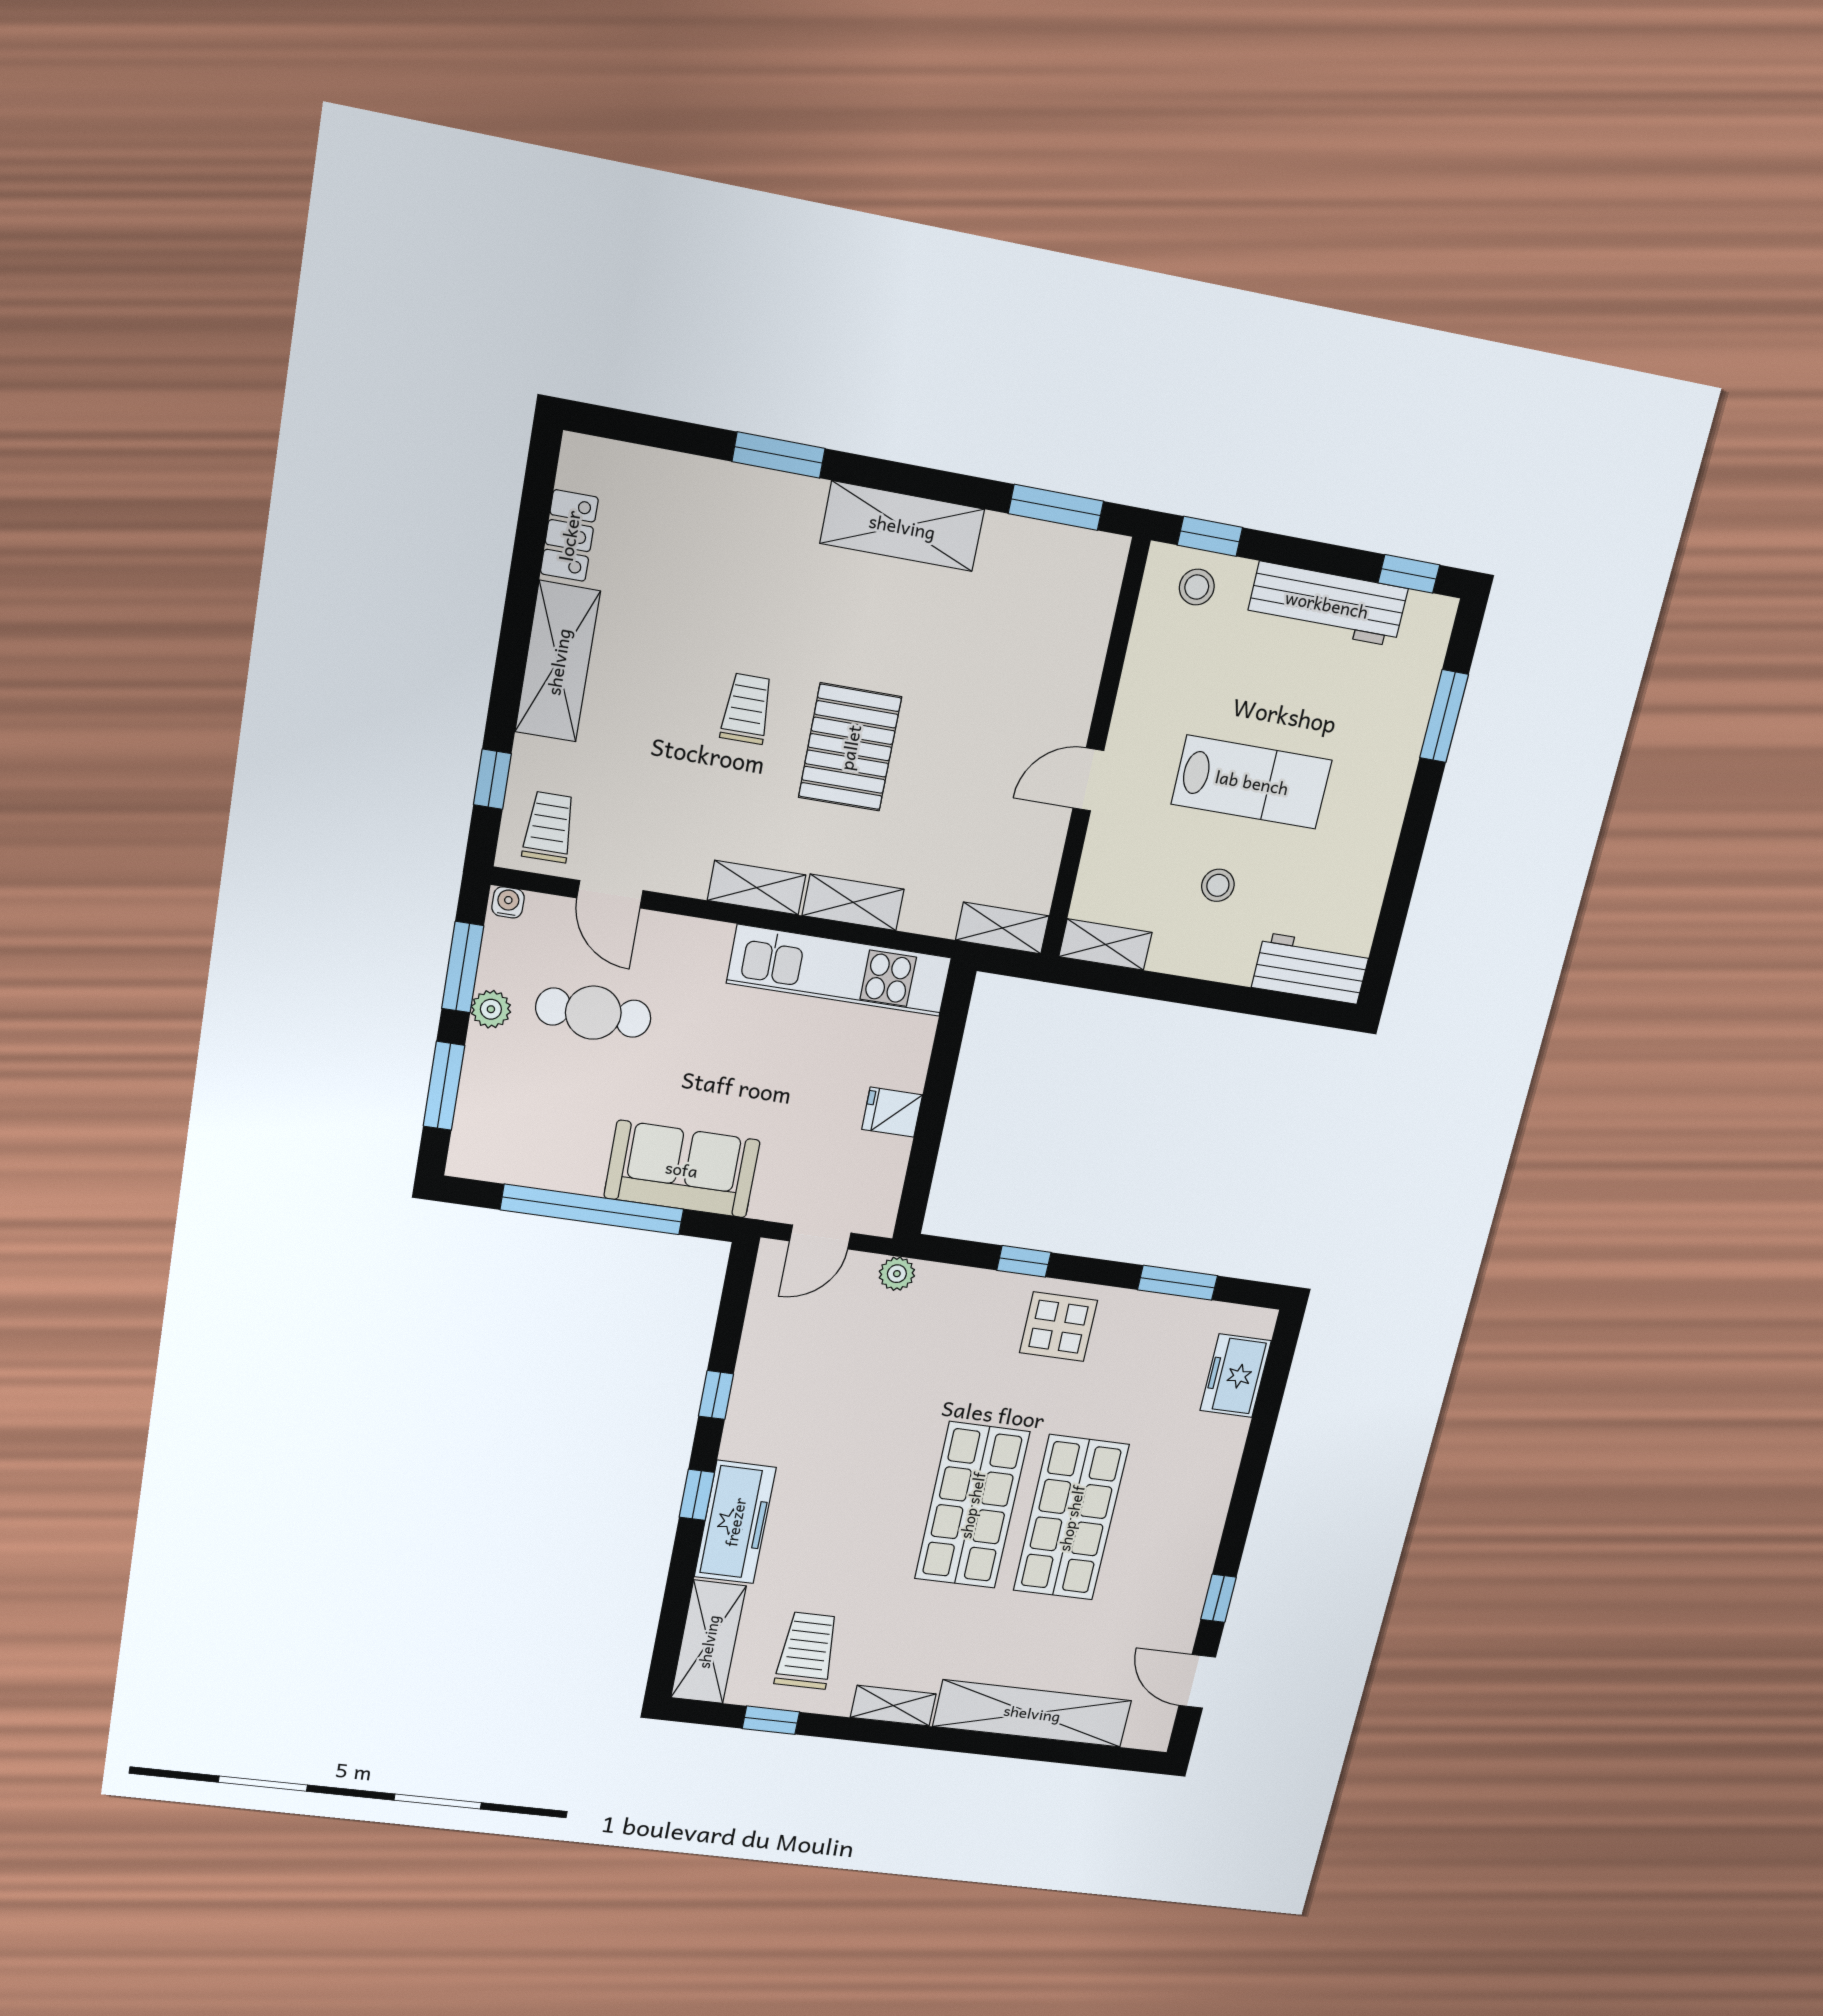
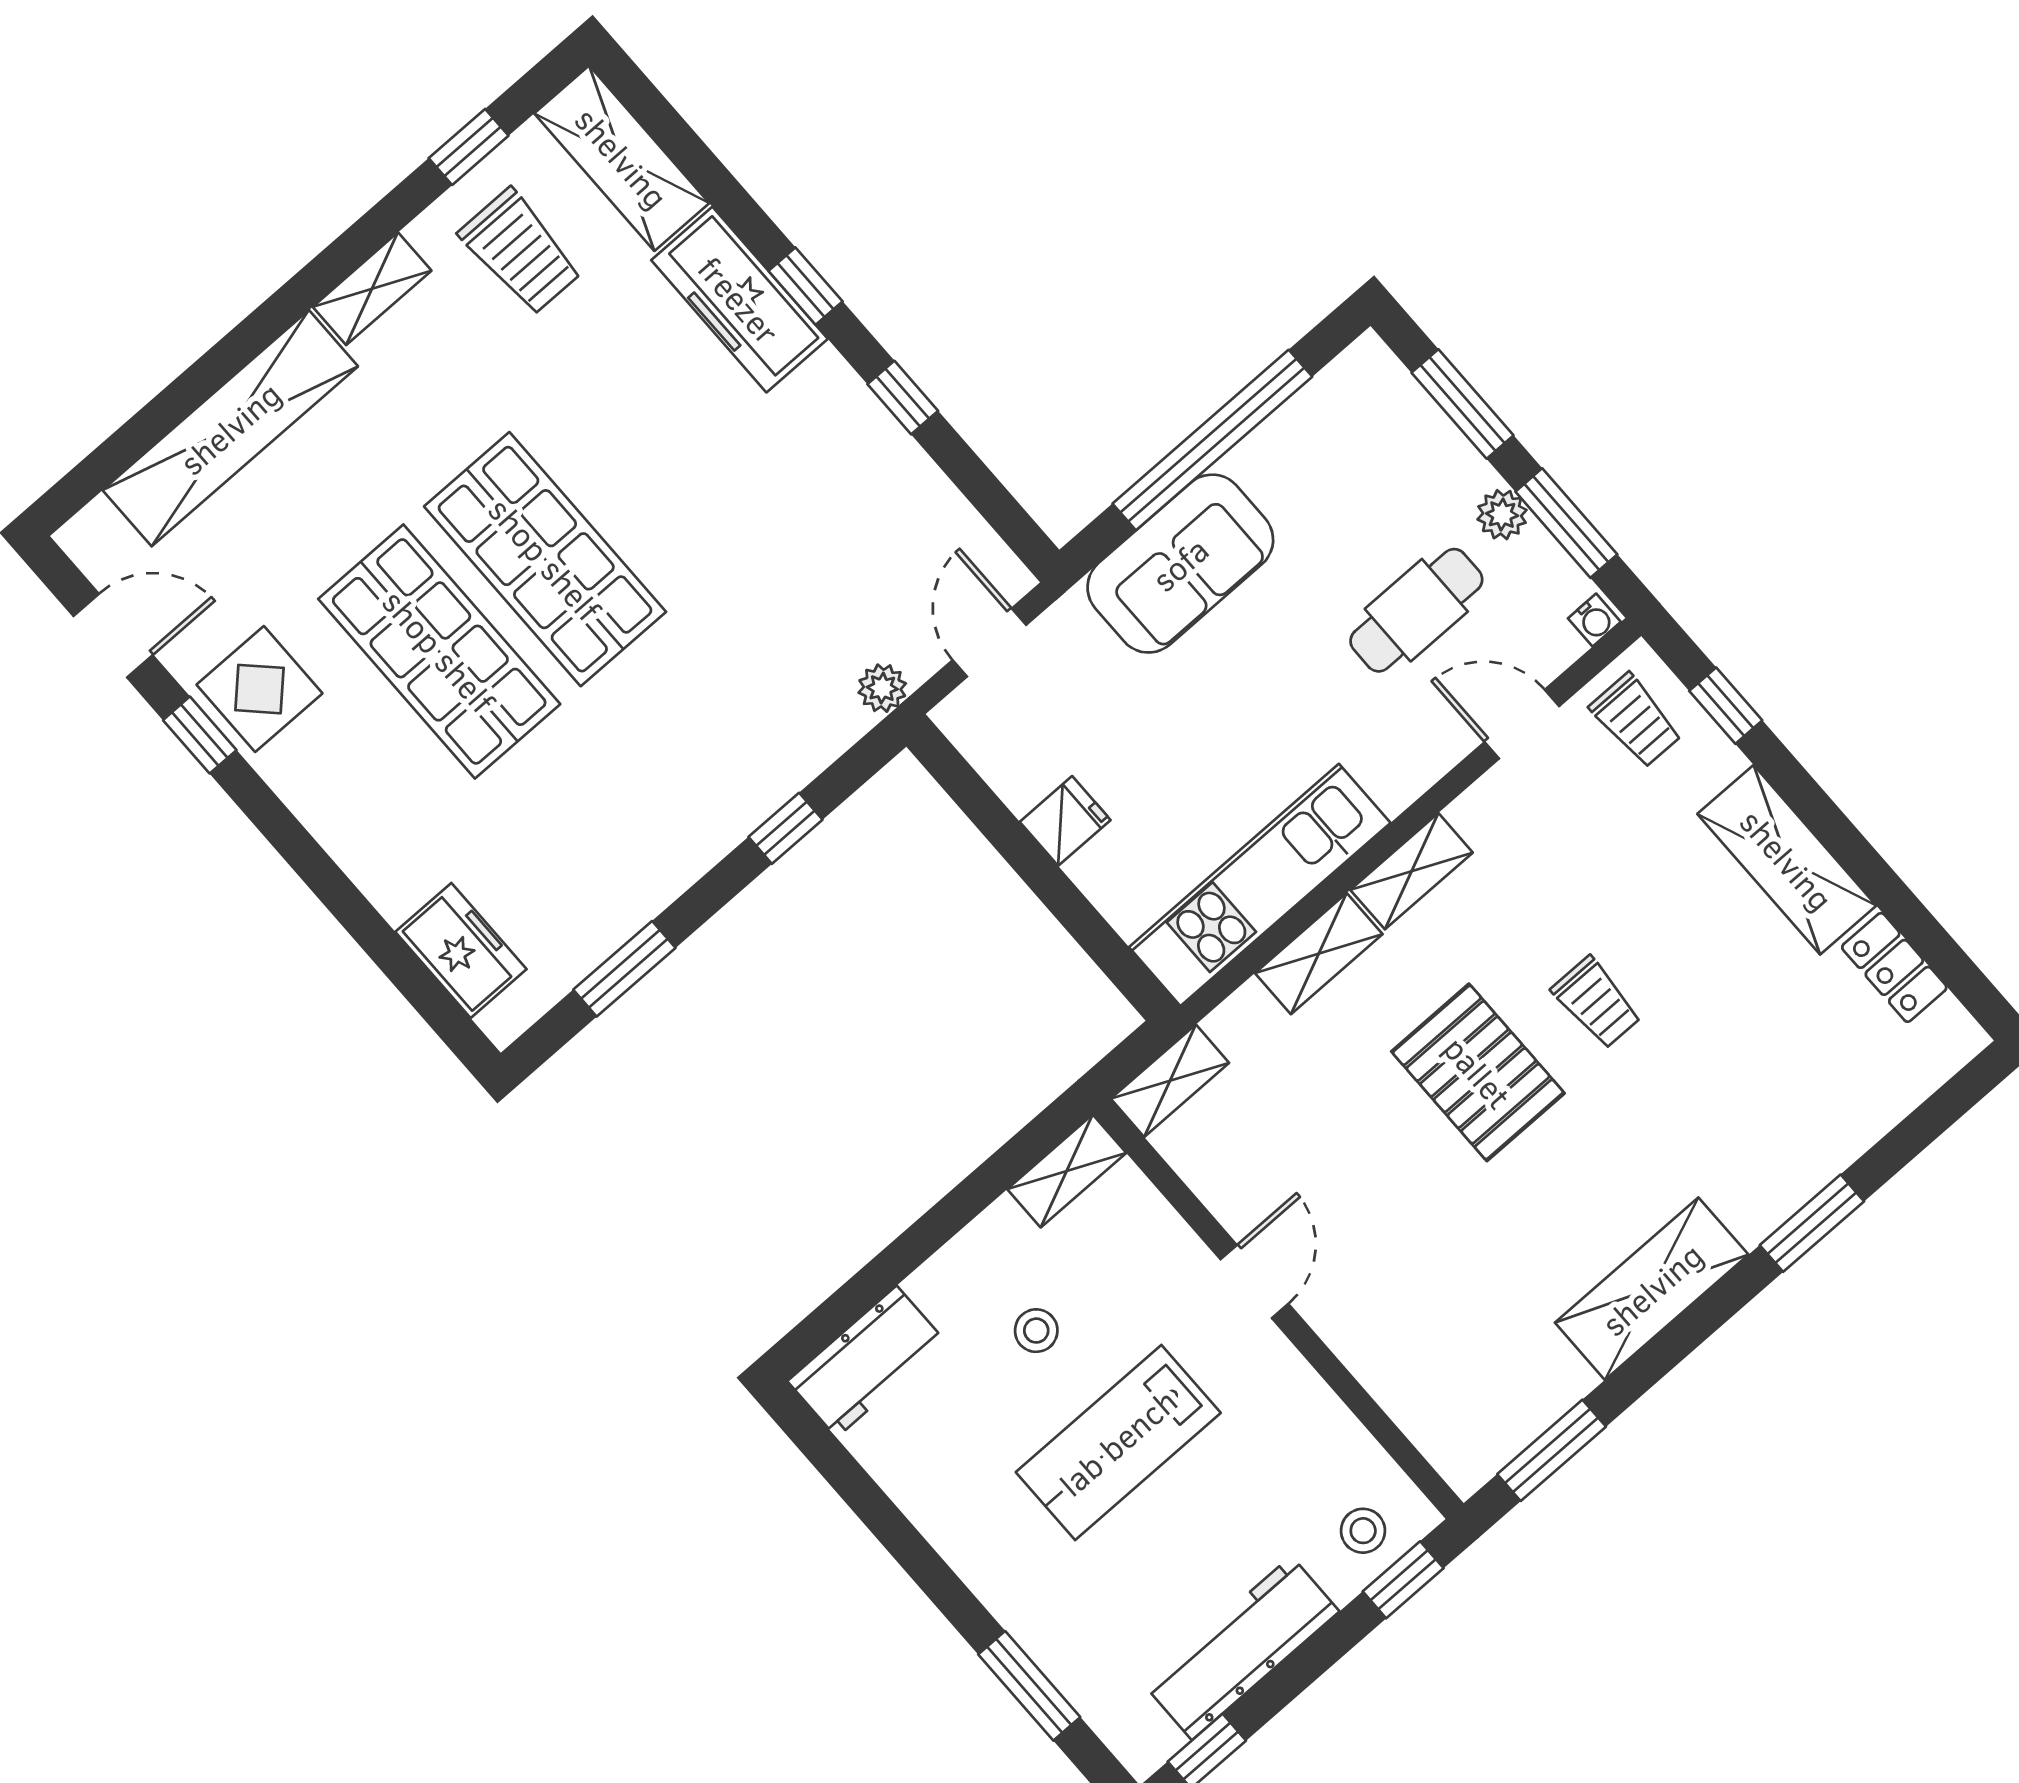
display table: (1058, 1327) -> (260, 689), moved

